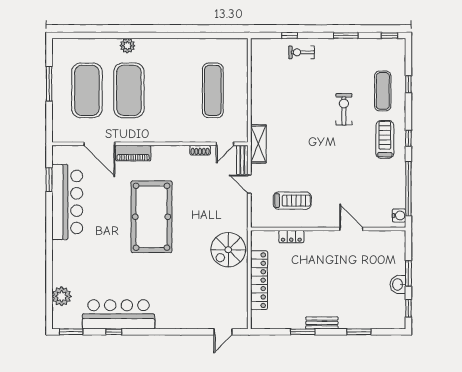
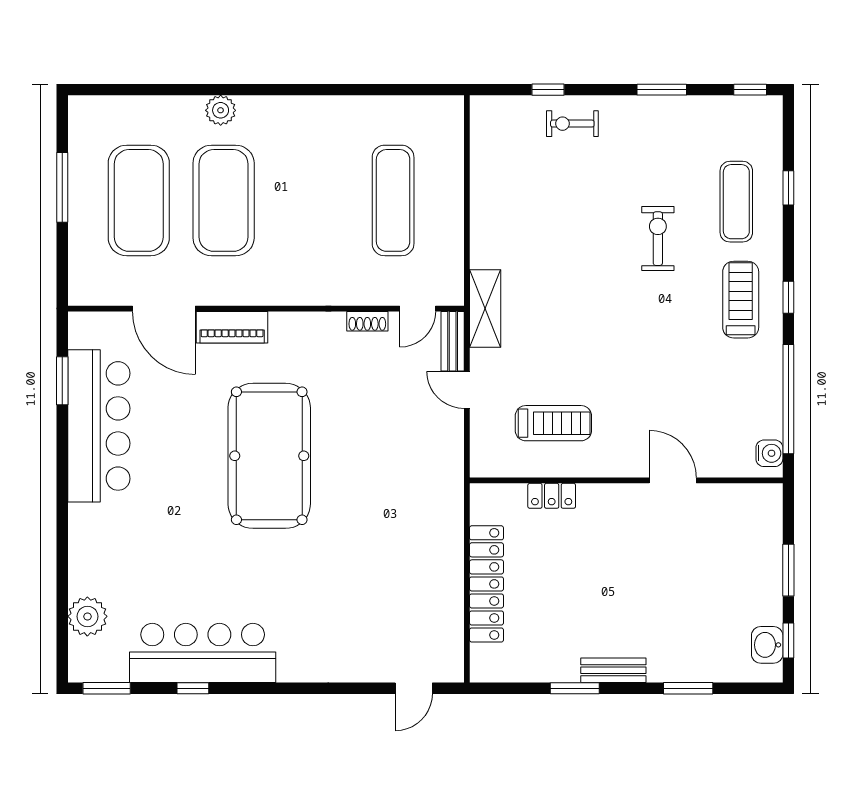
spiral stairs: (228, 250) -> (424, 522), removed
washbasin: (398, 284) -> (767, 645), moved

